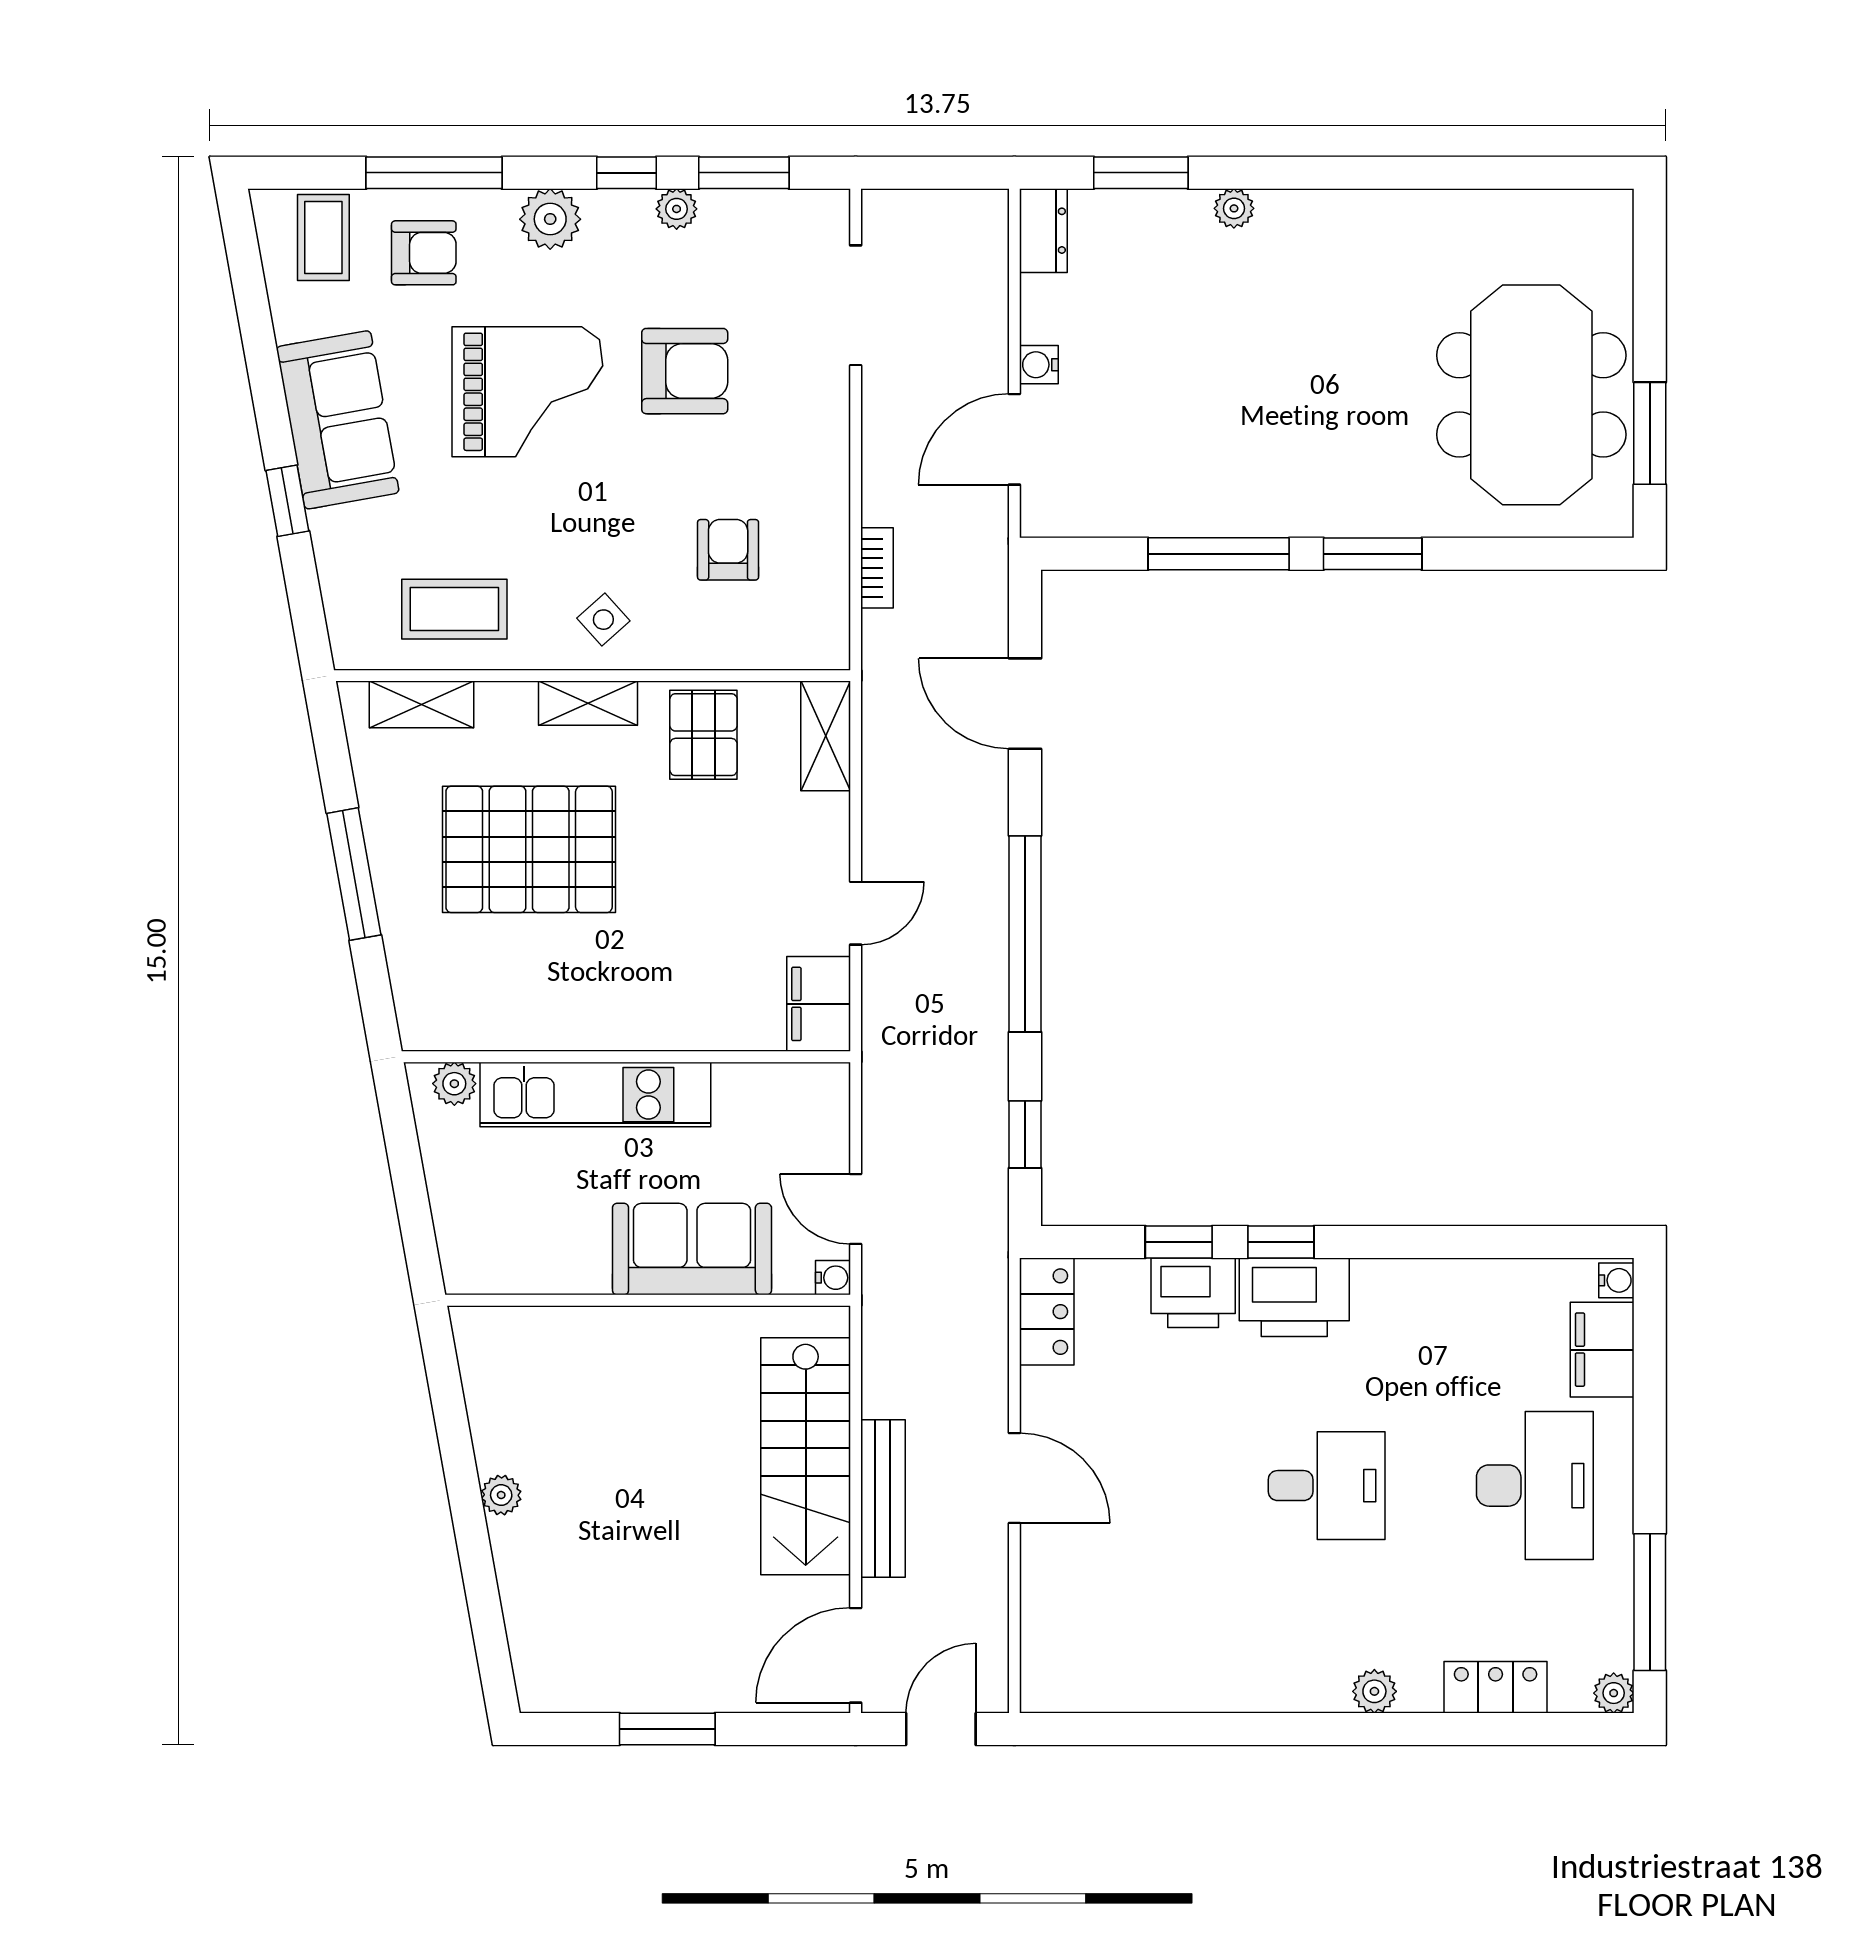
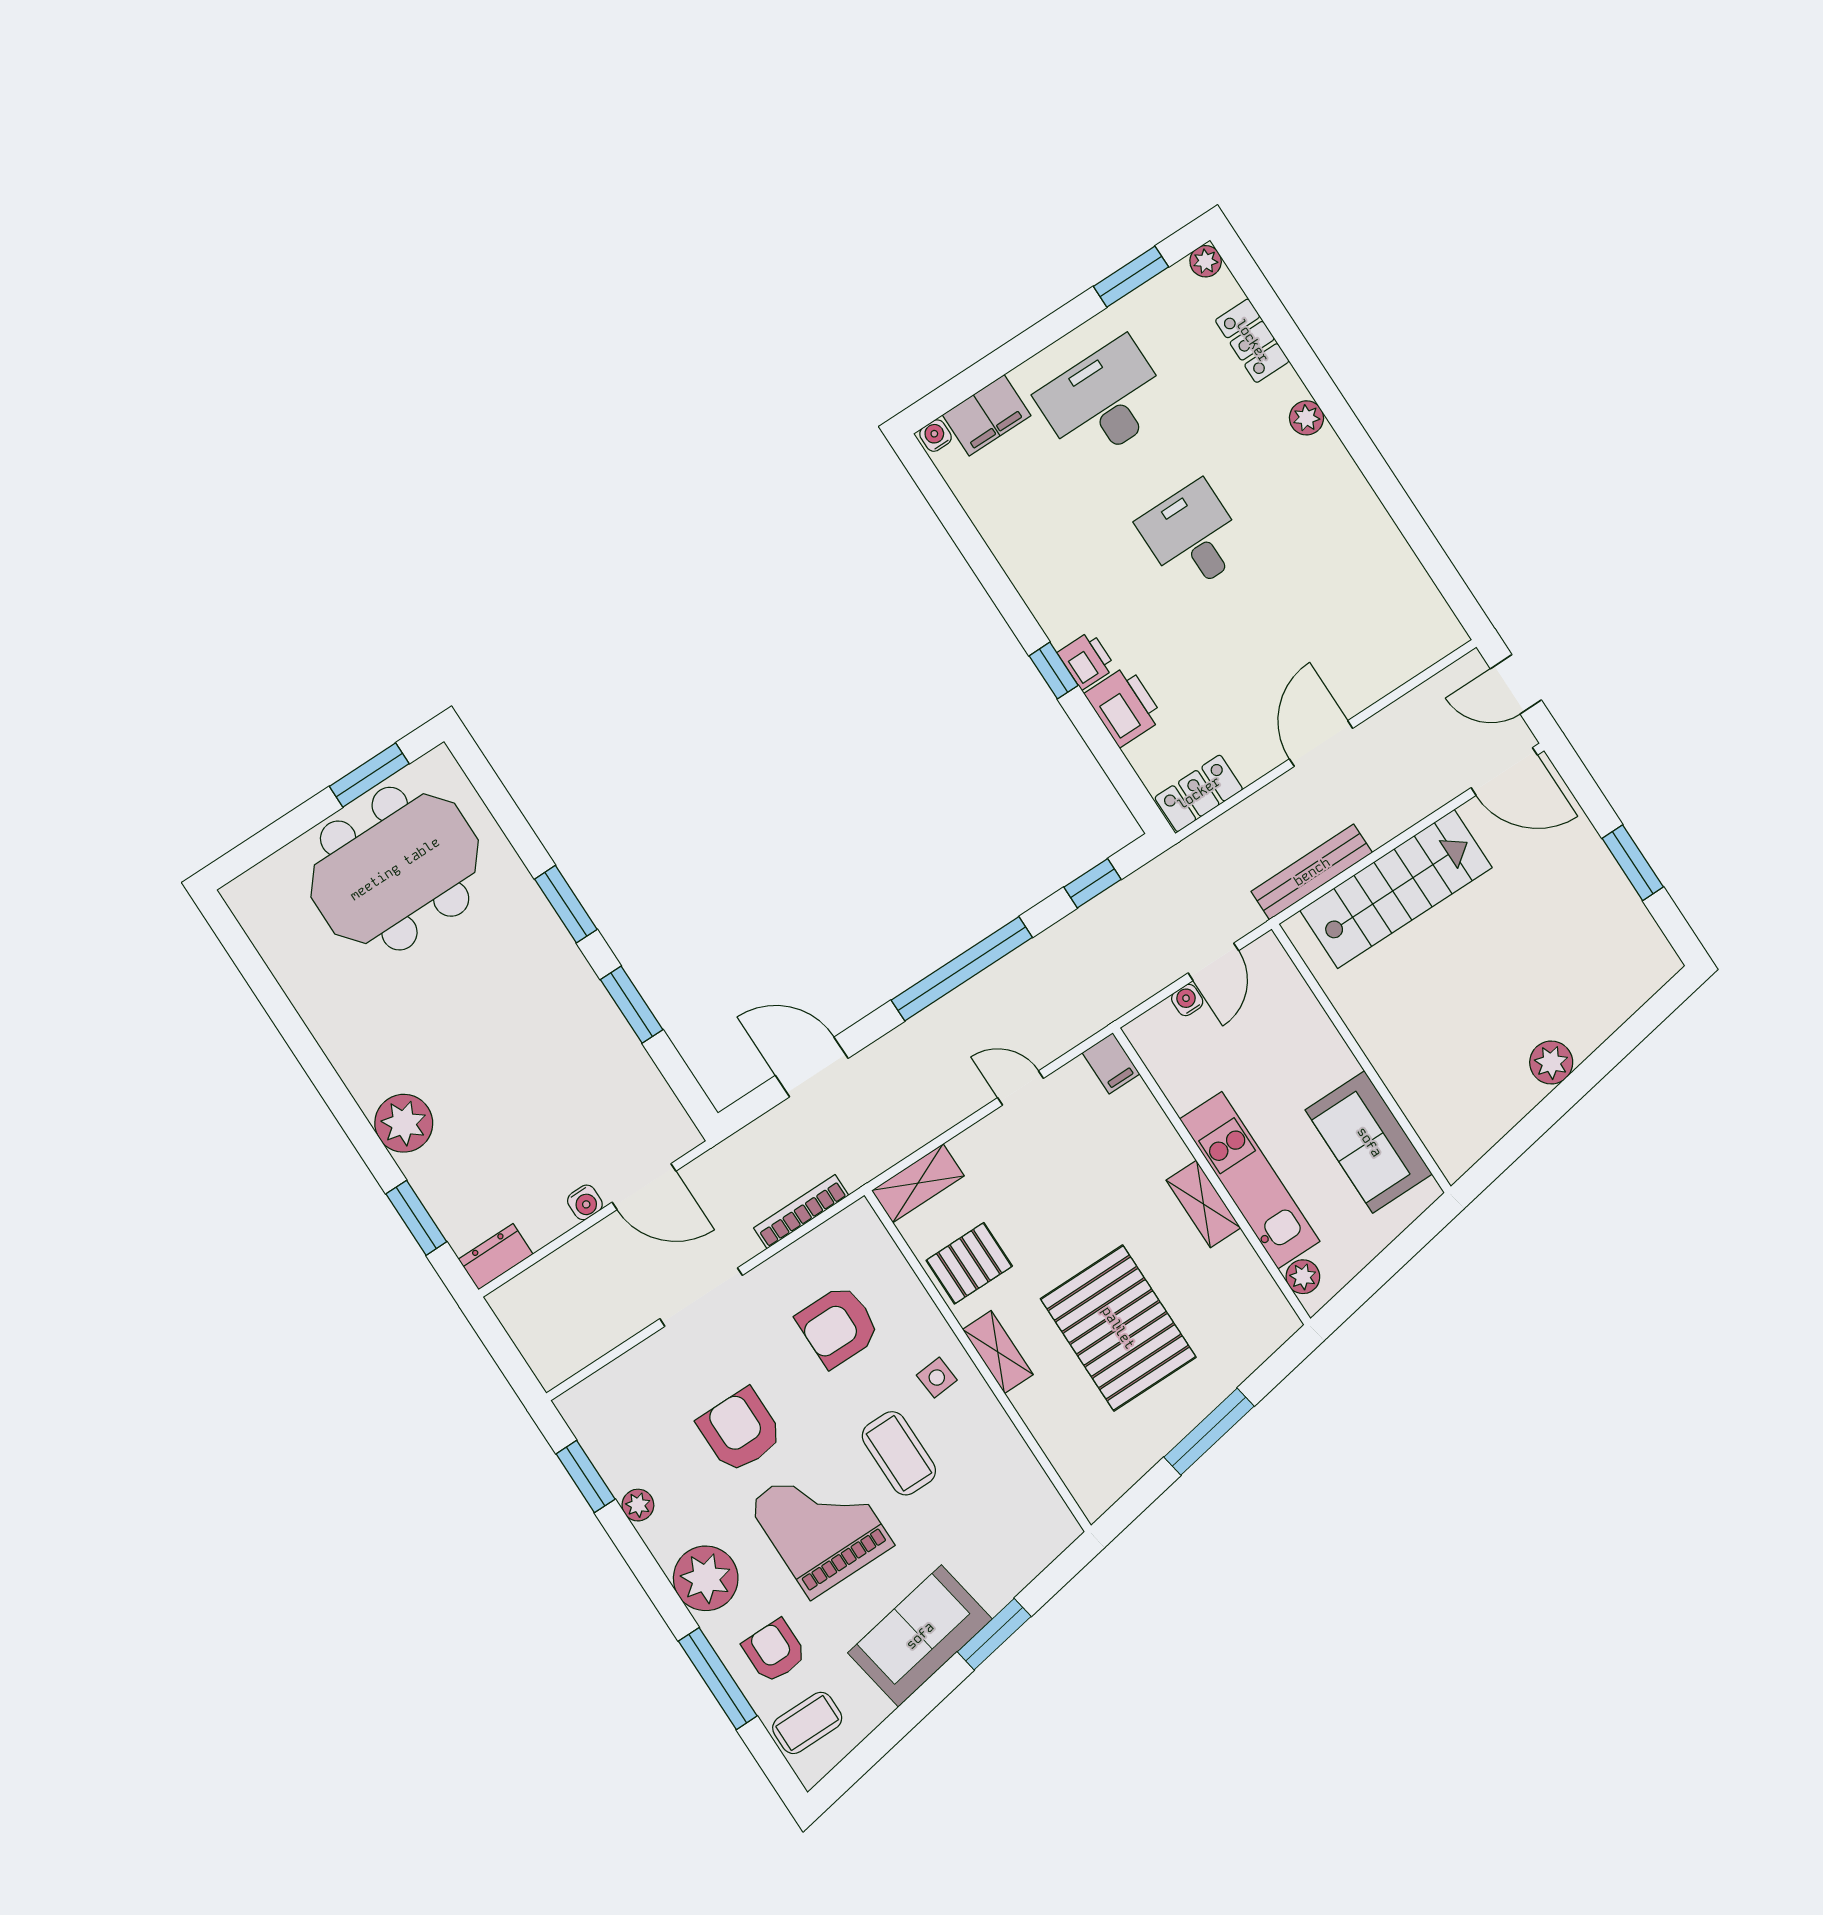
window: (627, 173) -> (636, 1553), removed
plant: (1234, 208) -> (404, 1123), width x1.87, depth x1.87
plant: (550, 219) -> (706, 1578), width x1.36, depth x1.36
doorway: (856, 305) -> (701, 1297), moved
window: (287, 501) -> (994, 1634), width x1.50
armchair: (728, 550) -> (838, 1326), width x1.38, depth x1.38
window: (1219, 554) -> (632, 1005), width x0.69
bookcase: (877, 568) -> (801, 1212), width x1.56
coffee table: (454, 609) -> (899, 1453), moved
side table: (603, 620) -> (937, 1378), turned 37
shelving: (421, 704) -> (1203, 1204), moved
door: (1025, 704) -> (812, 1067), swing flipped
filing cabinet: (819, 1004) -> (1111, 1063), width x0.50
window: (1179, 1242) -> (1097, 737), removed
sofa: (692, 1249) -> (1369, 1142), moved
water cooler: (833, 1278) -> (1187, 1000), moved
printer: (1294, 1297) -> (1086, 660), width x0.53, depth x0.68
plant: (501, 1495) -> (1551, 1063), width x1.38, depth x1.38
bench: (883, 1499) -> (1312, 872), moved
window: (1650, 1602) -> (1131, 277), width x0.69

